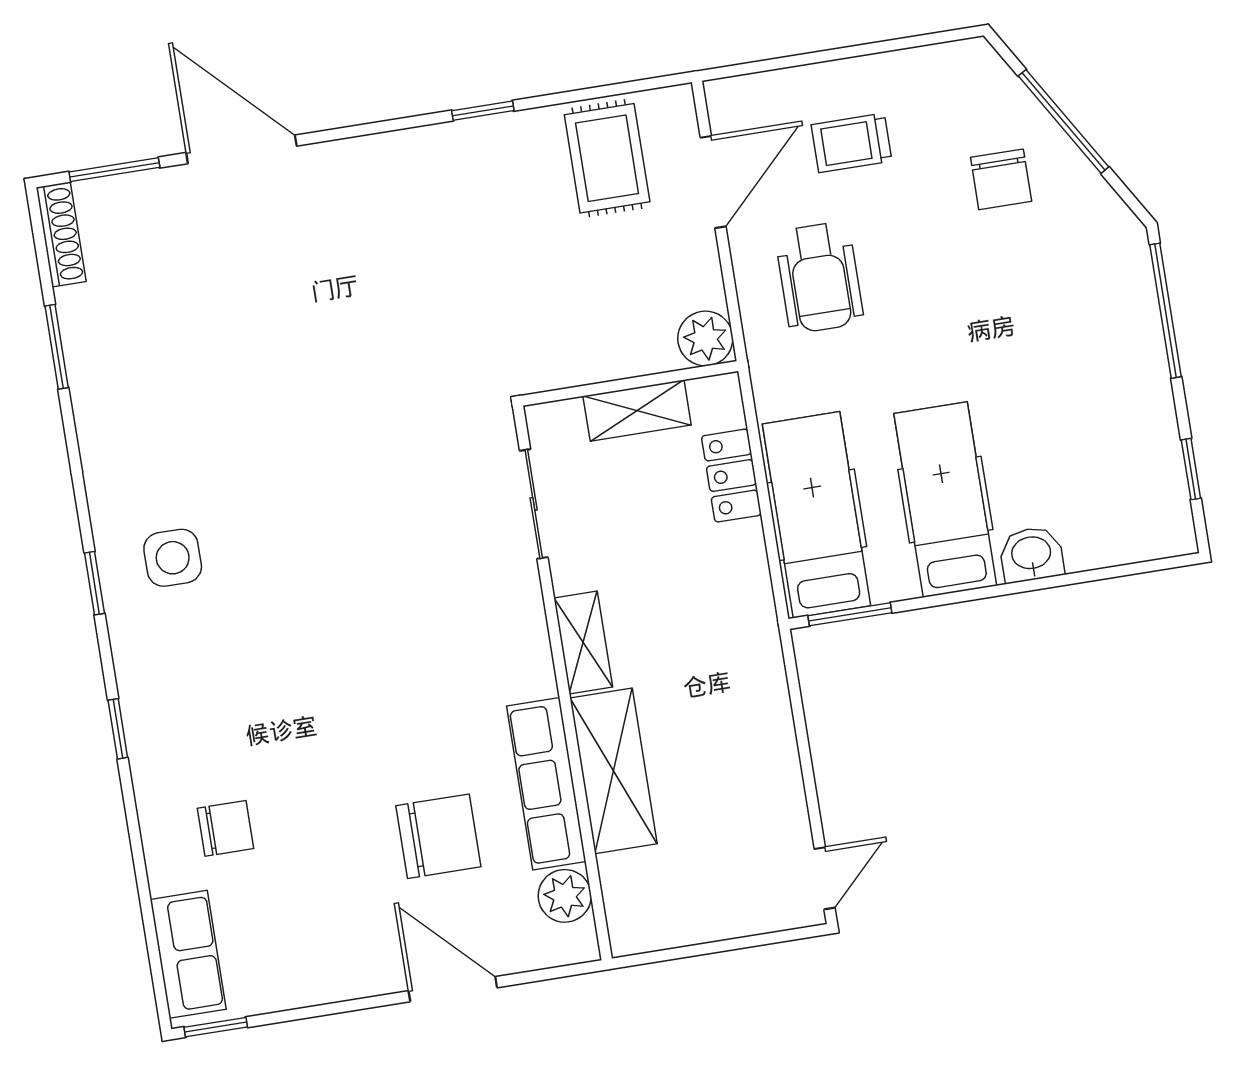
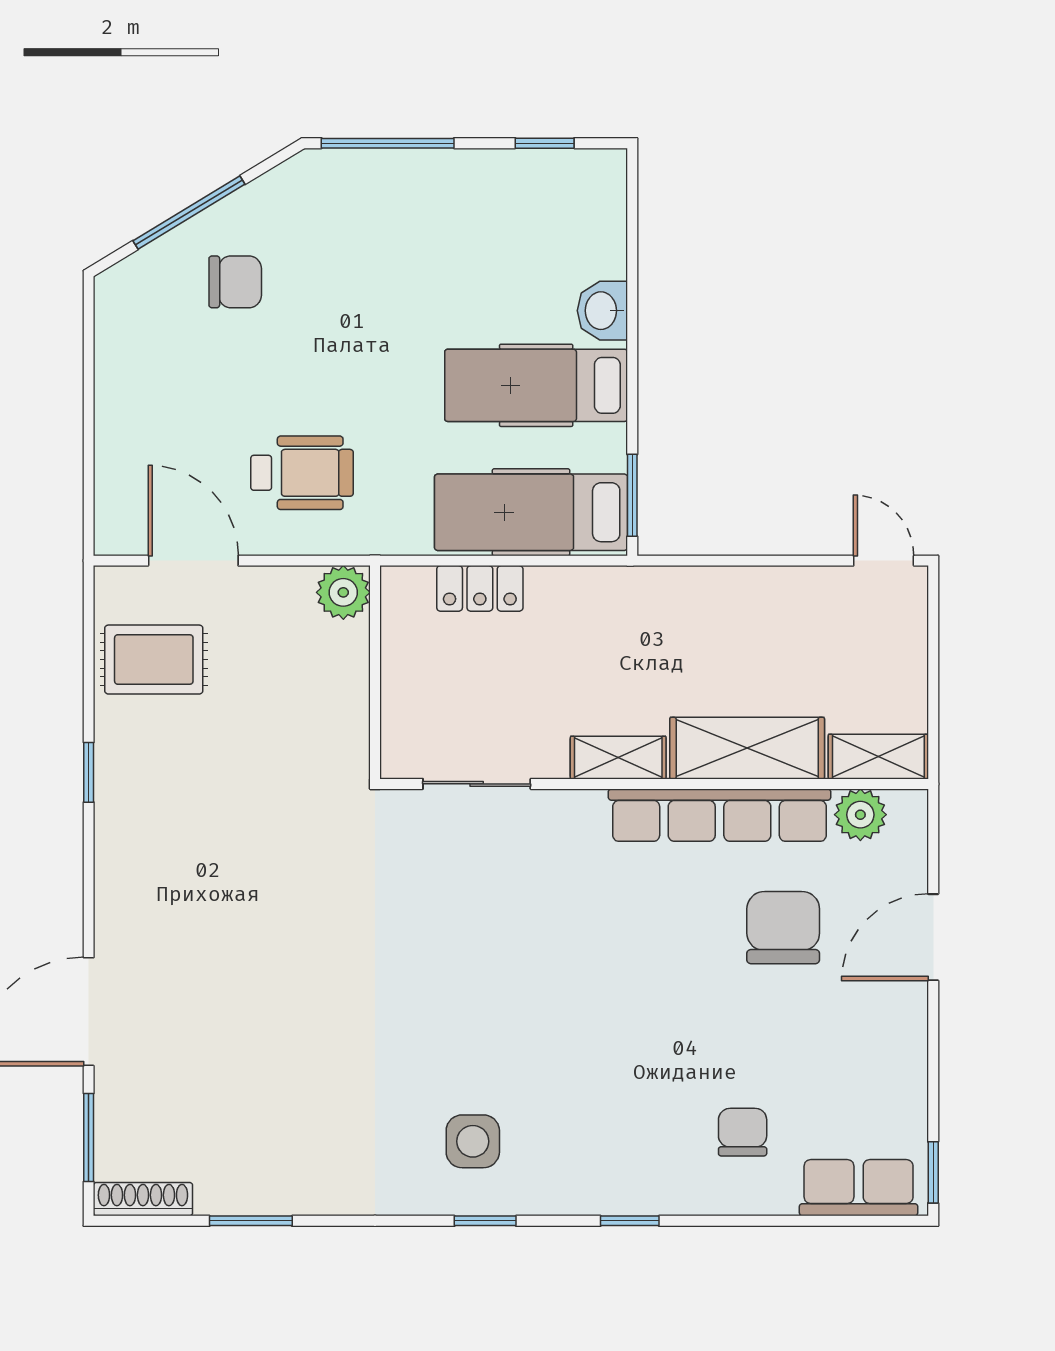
trolley: (851, 143) -> (177, 421), removed
shelving: (637, 411) -> (878, 757), moved, turned 90
row of seats: (546, 784) -> (720, 815), width x1.36

